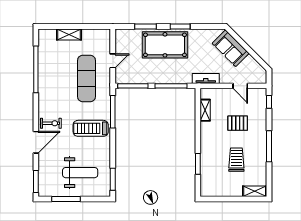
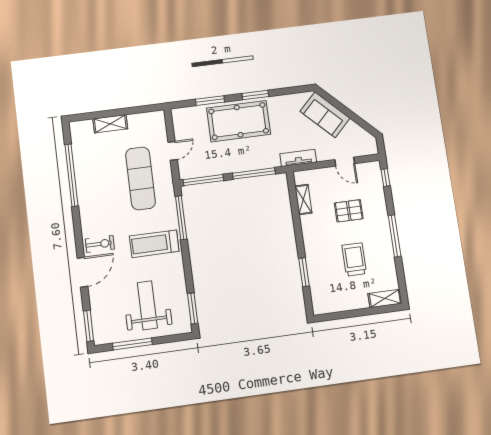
weight bench: (80, 173) -> (147, 305), turned -90

